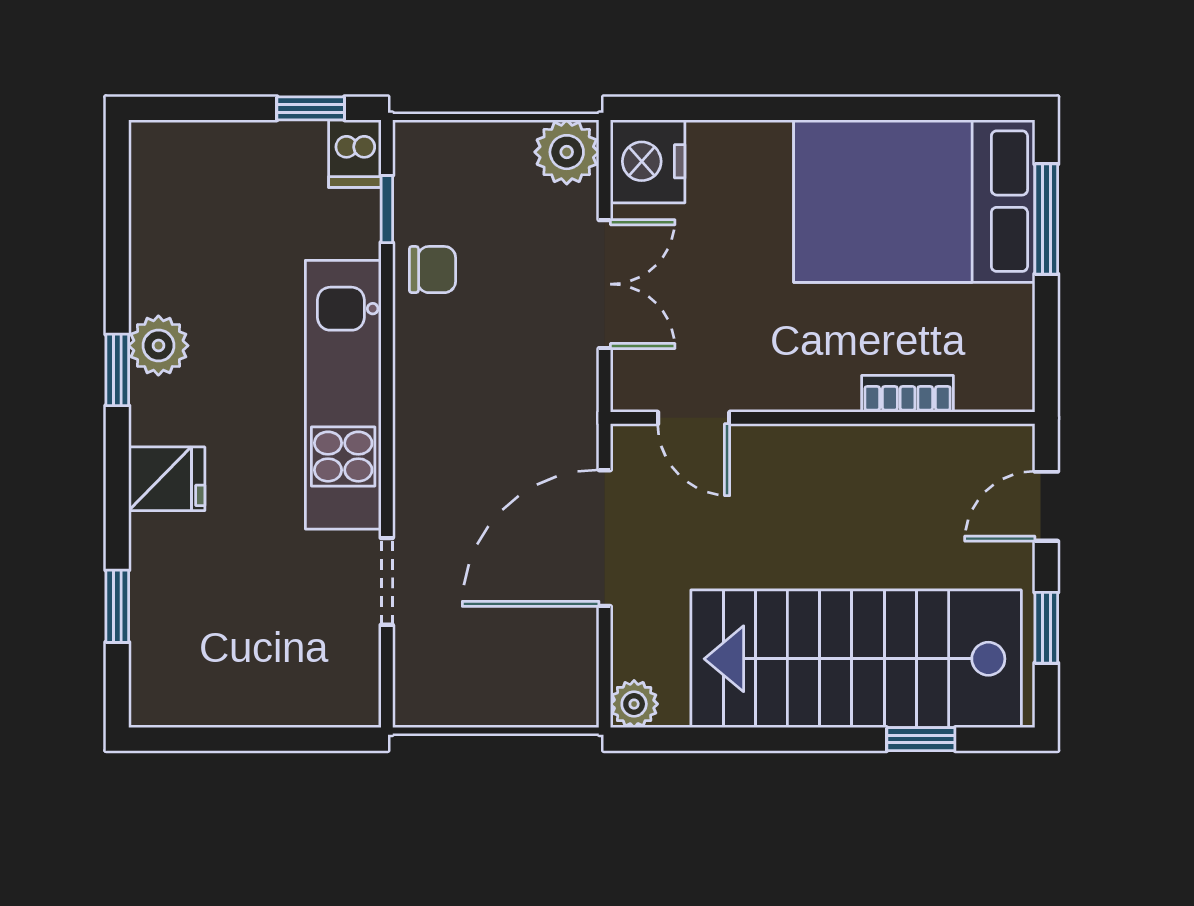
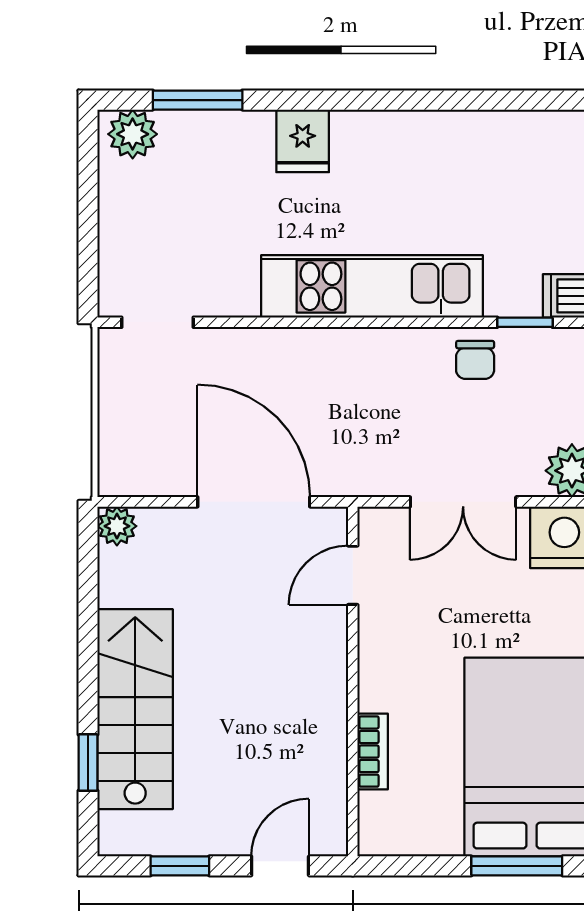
plant: (158, 346) -> (133, 134), moved
window: (117, 370) -> (392, 100), removed
door: (1046, 506) -> (280, 866), hinge flipped
doorway: (387, 581) -> (158, 322), moved
window: (117, 606) -> (198, 100), width x1.50
stairs: (856, 659) -> (135, 709), width x0.73, depth x0.66

